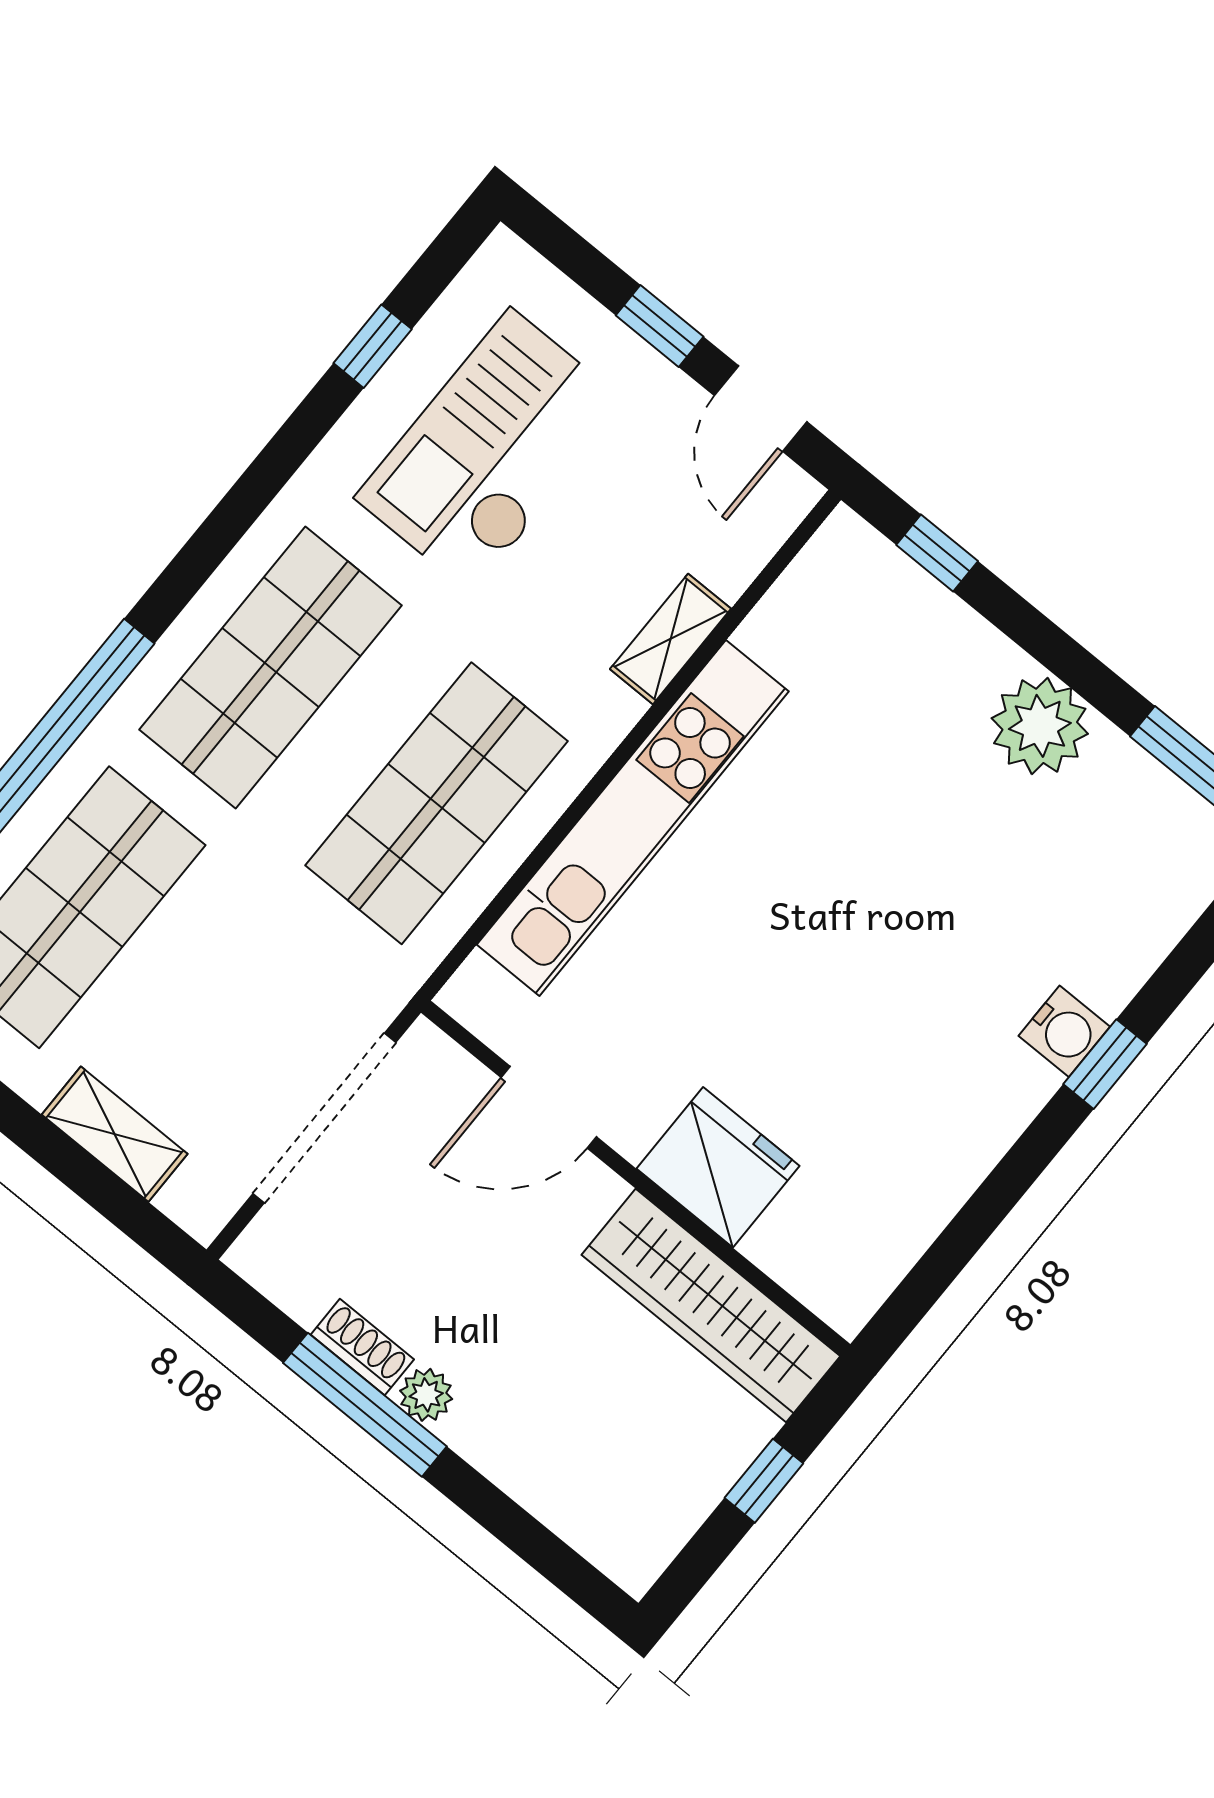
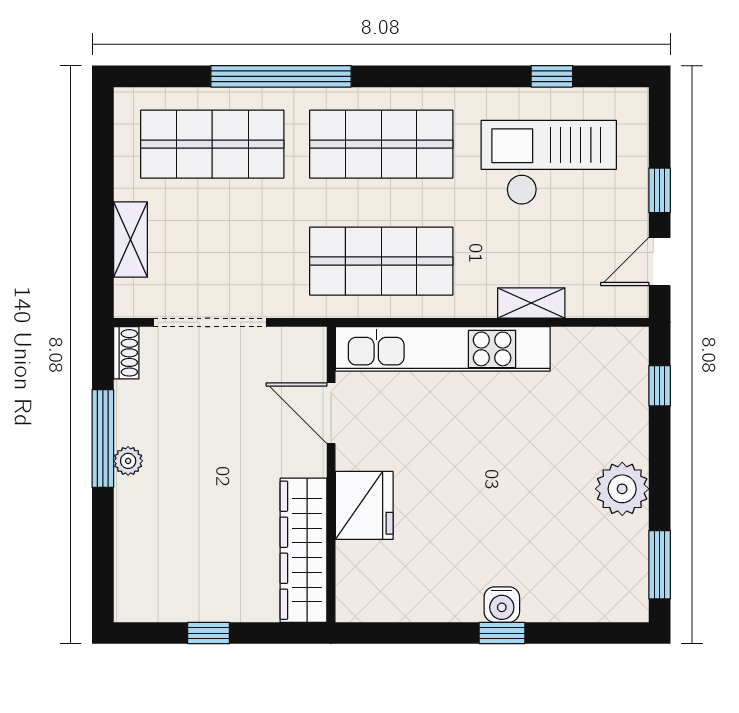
door: (549, 1107) -> (331, 413), moved
fridge: (718, 1167) -> (364, 505), moved
wall: (636, 1178) -> (331, 475), moved
wardrobe: (711, 1306) -> (303, 550), moved
shoe rack: (362, 1347) -> (126, 353), moved

